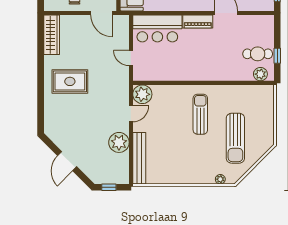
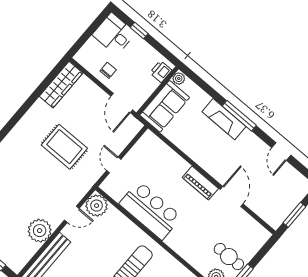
bar counter: (157, 28) -> (150, 210), moved, turned 180
rug: (70, 81) -> (64, 147), moved

